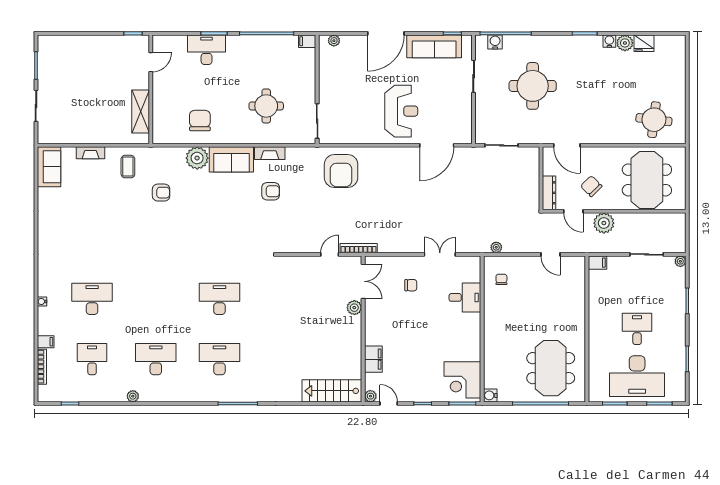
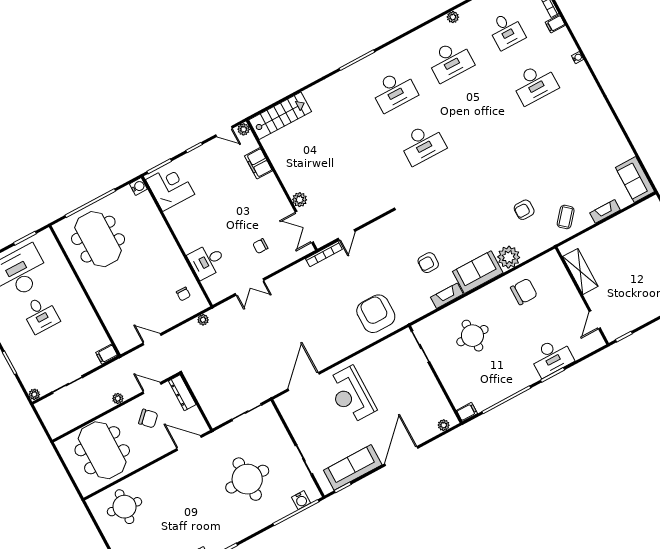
chair: (200, 121) -> (524, 292), turned -90
coffee table: (128, 167) -> (566, 217), turned 40
plant: (604, 223) -> (118, 398), width x0.53, depth x0.53

